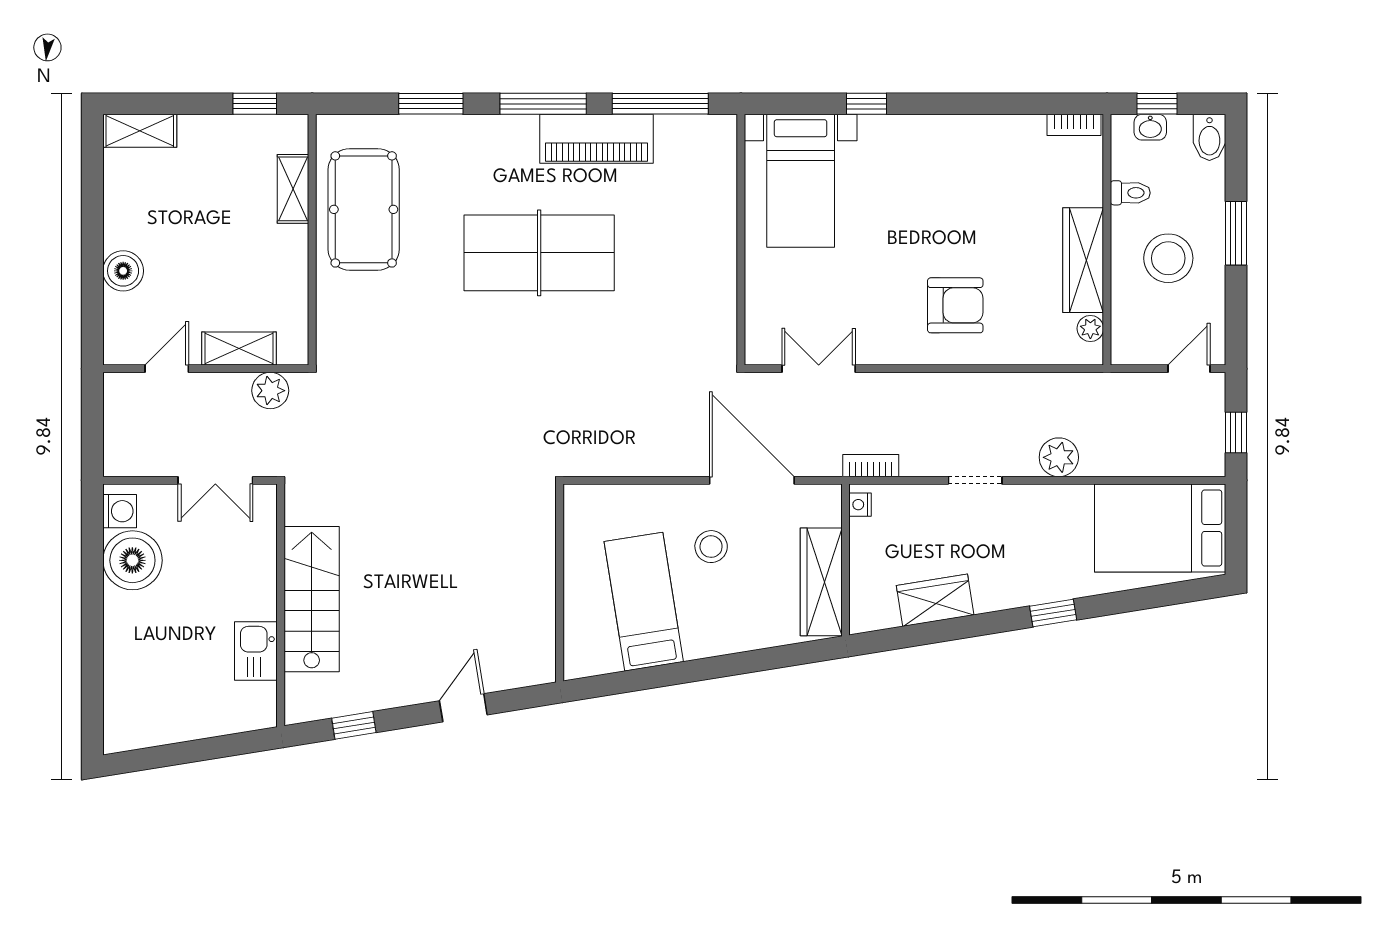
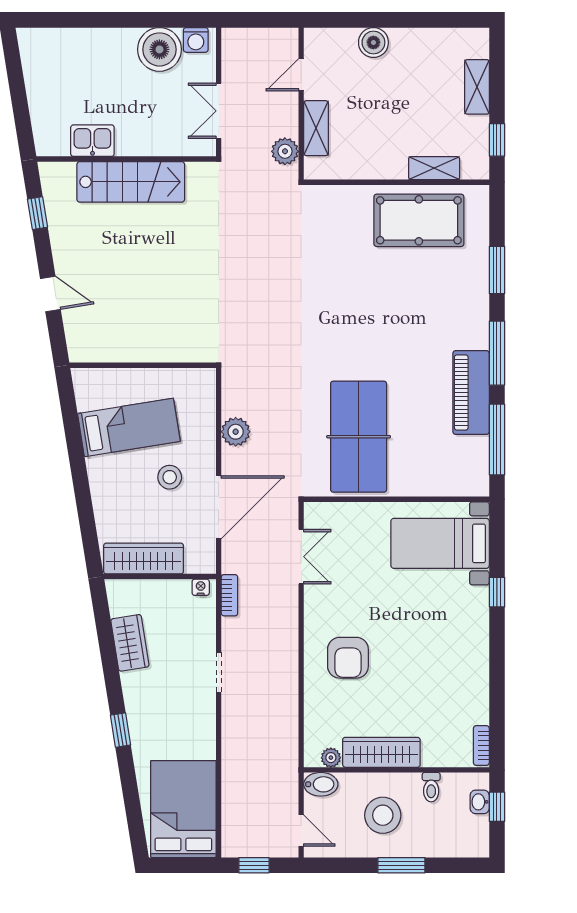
shelving: (140, 131) -> (477, 87), moved
bidet: (1209, 137) -> (321, 784), moved, turned 180
table tennis table: (539, 253) -> (359, 437), moved
door: (167, 369) -> (301, 75), swing flipped
plant: (1059, 457) -> (236, 432), moved

